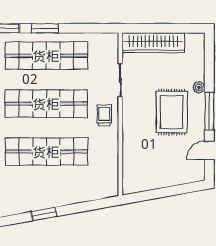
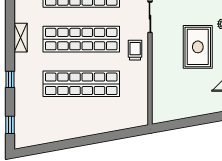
window: (44, 214) -> (79, 142), removed

